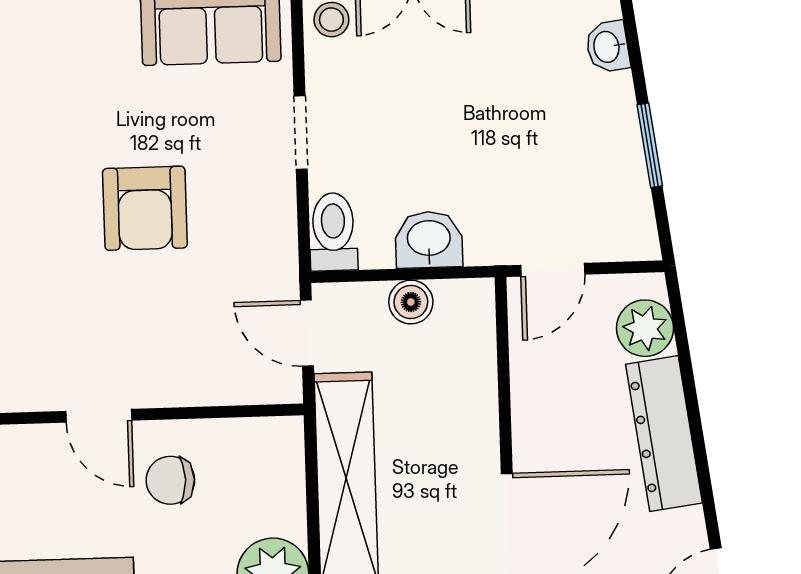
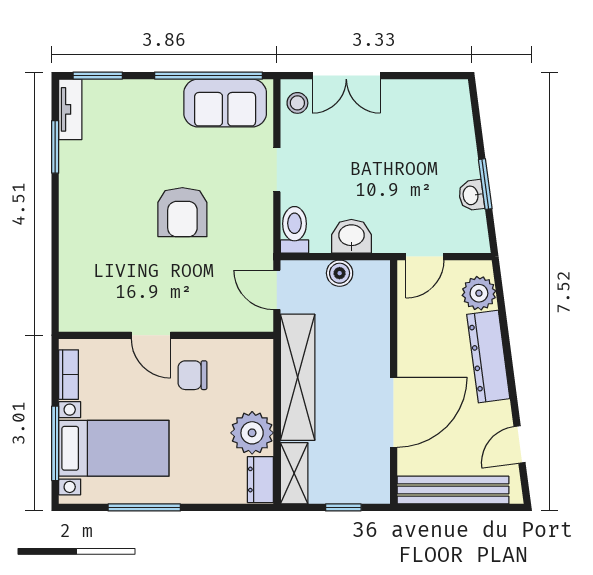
washbasin: (608, 47) -> (471, 195), moved

